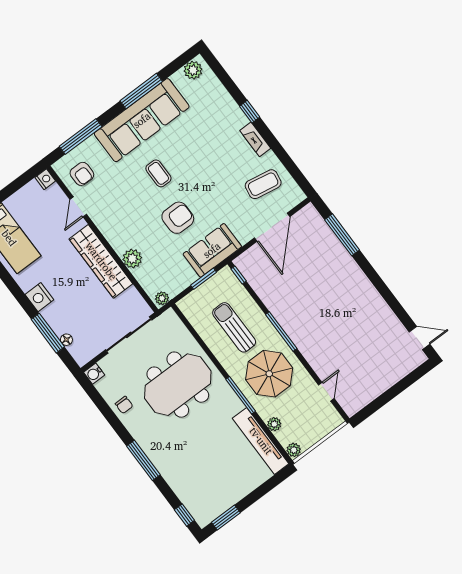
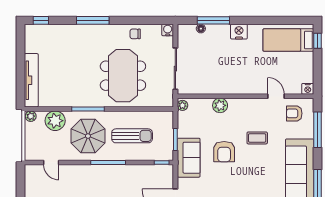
coffee table: (158, 173) -> (257, 138), moved
wardrobe: (101, 261) -> (233, 85), removed
plant: (274, 424) -> (55, 121), width x1.88, depth x1.88
tv unit: (261, 441) -> (31, 80), moved, turned 90
window: (226, 518) -> (21, 44), removed

